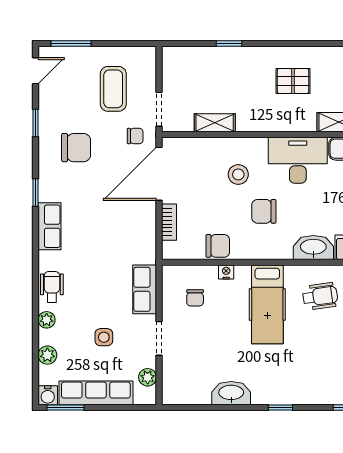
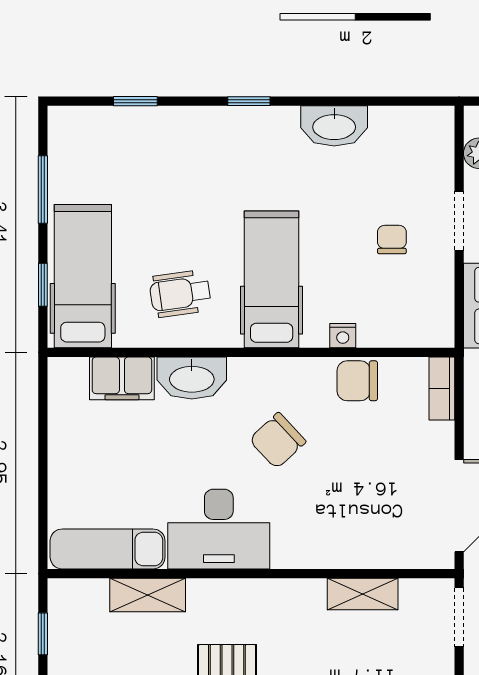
stool: (238, 174) -> (322, 504), removed
chair: (264, 211) -> (278, 441), turned 137
bookcase: (169, 222) -> (442, 389), moved
chair: (195, 298) -> (392, 240), moved

